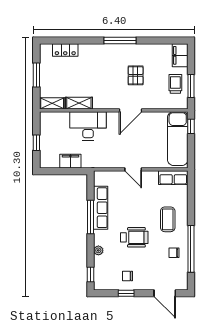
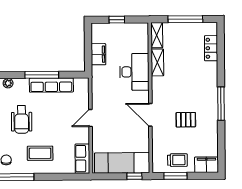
window: (36, 75) -> (185, 19), width x1.44

